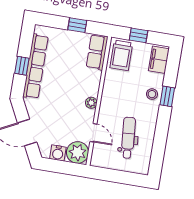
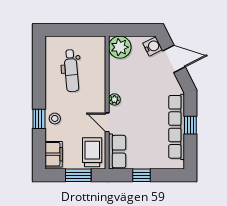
window: (139, 35) -> (78, 175), width x1.50
door: (93, 133) -> (107, 122), moved
water cooler: (58, 153) -> (153, 46), moved, turned 63

